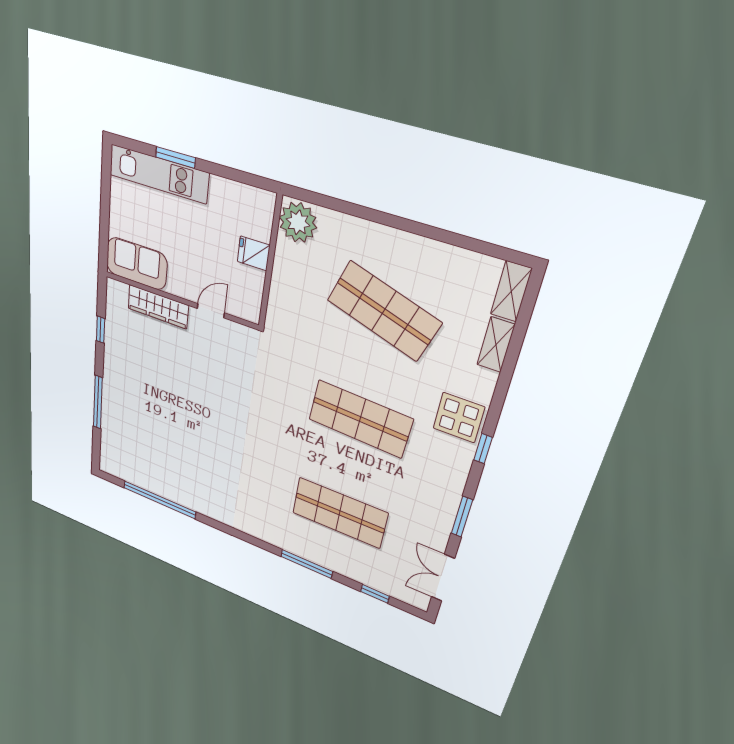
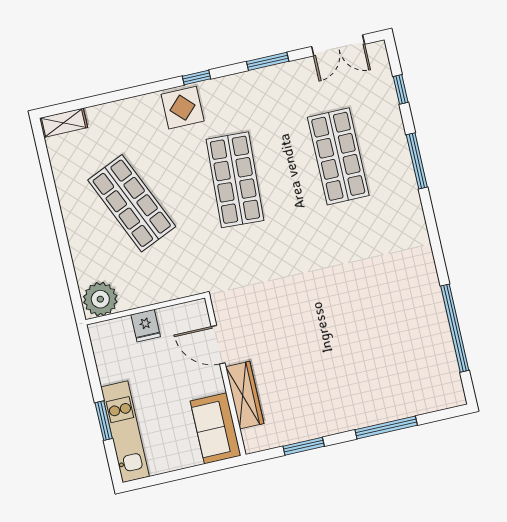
door: (211, 311) -> (218, 345), width x1.38
shop shelf: (384, 311) -> (132, 203), turned -42
window: (101, 330) -> (304, 446), width x1.50
shelving: (496, 345) -> (108, 112), removed

